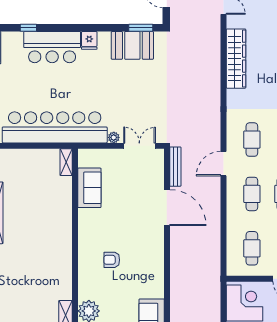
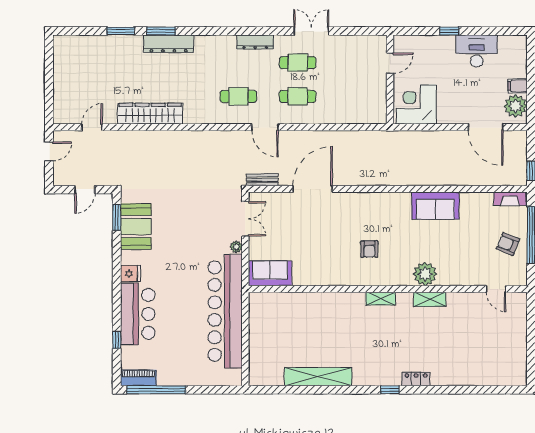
double door: (139, 146) -> (245, 219), swing flipped
shelving: (66, 162) -> (381, 299), moved
bench: (175, 167) -> (262, 180), width x0.73
sofa: (89, 188) -> (270, 273), moved
cafe table: (252, 248) -> (357, 96), removed

